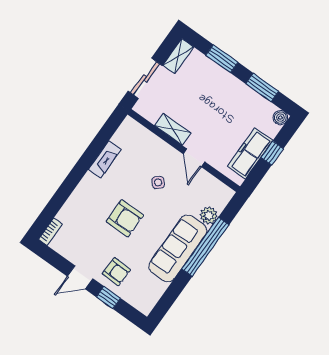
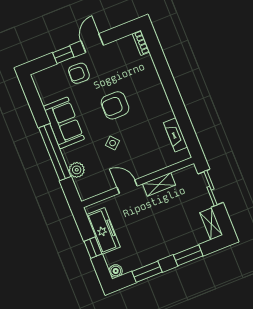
fireplace: (105, 159) -> (175, 135), moved
side table: (158, 183) -> (113, 143), moved
sofa: (178, 248) -> (64, 123), width x0.73

